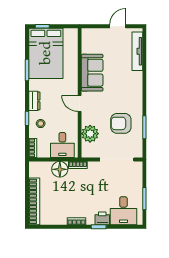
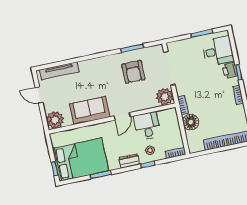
plant: (90, 37) -> (55, 120), added
plant: (90, 134) -> (165, 97), moved
desk: (62, 145) -> (147, 126), moved, turned -90

